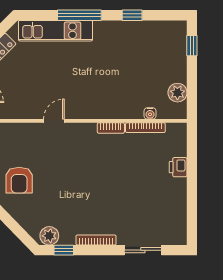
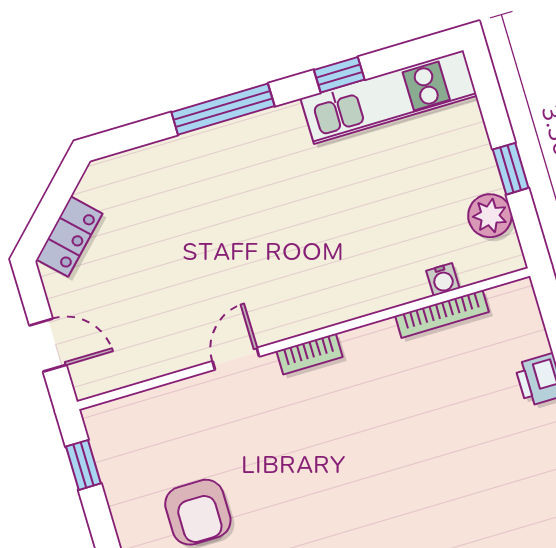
kitchen unit: (55, 31) -> (389, 97), moved
window: (192, 46) -> (511, 169), moved
bookcase: (111, 128) -> (310, 354), moved

